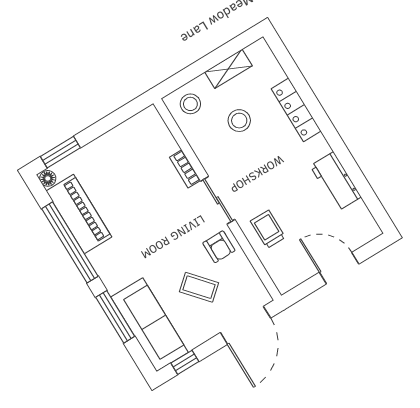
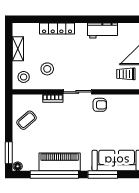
stool: (239, 121) -> (47, 69), moved
piano: (79, 214) -> (60, 162), moved
trolley: (268, 229) -> (126, 74), moved
coffee table: (199, 287) -> (27, 120), moved

